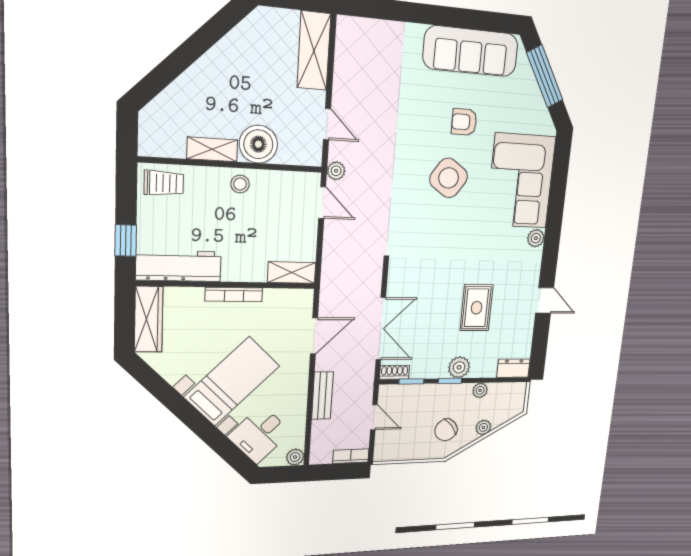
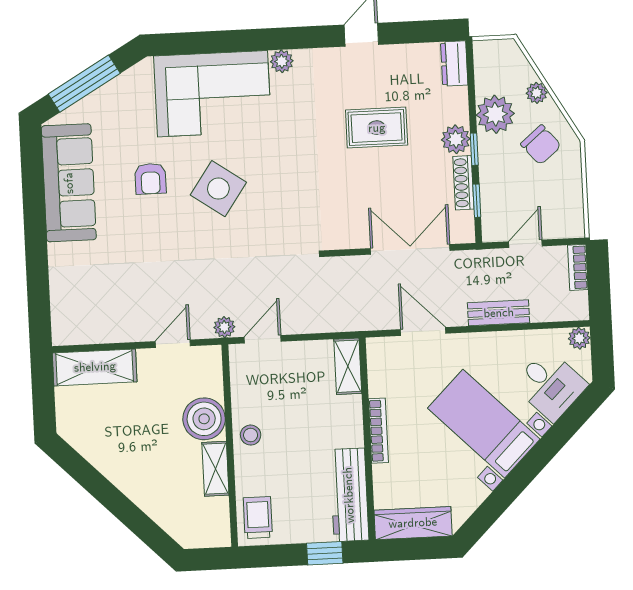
shoe rack: (394, 372) -> (463, 183), moved, width x1.43
plant: (480, 390) -> (495, 114), width x1.88, depth x1.88

